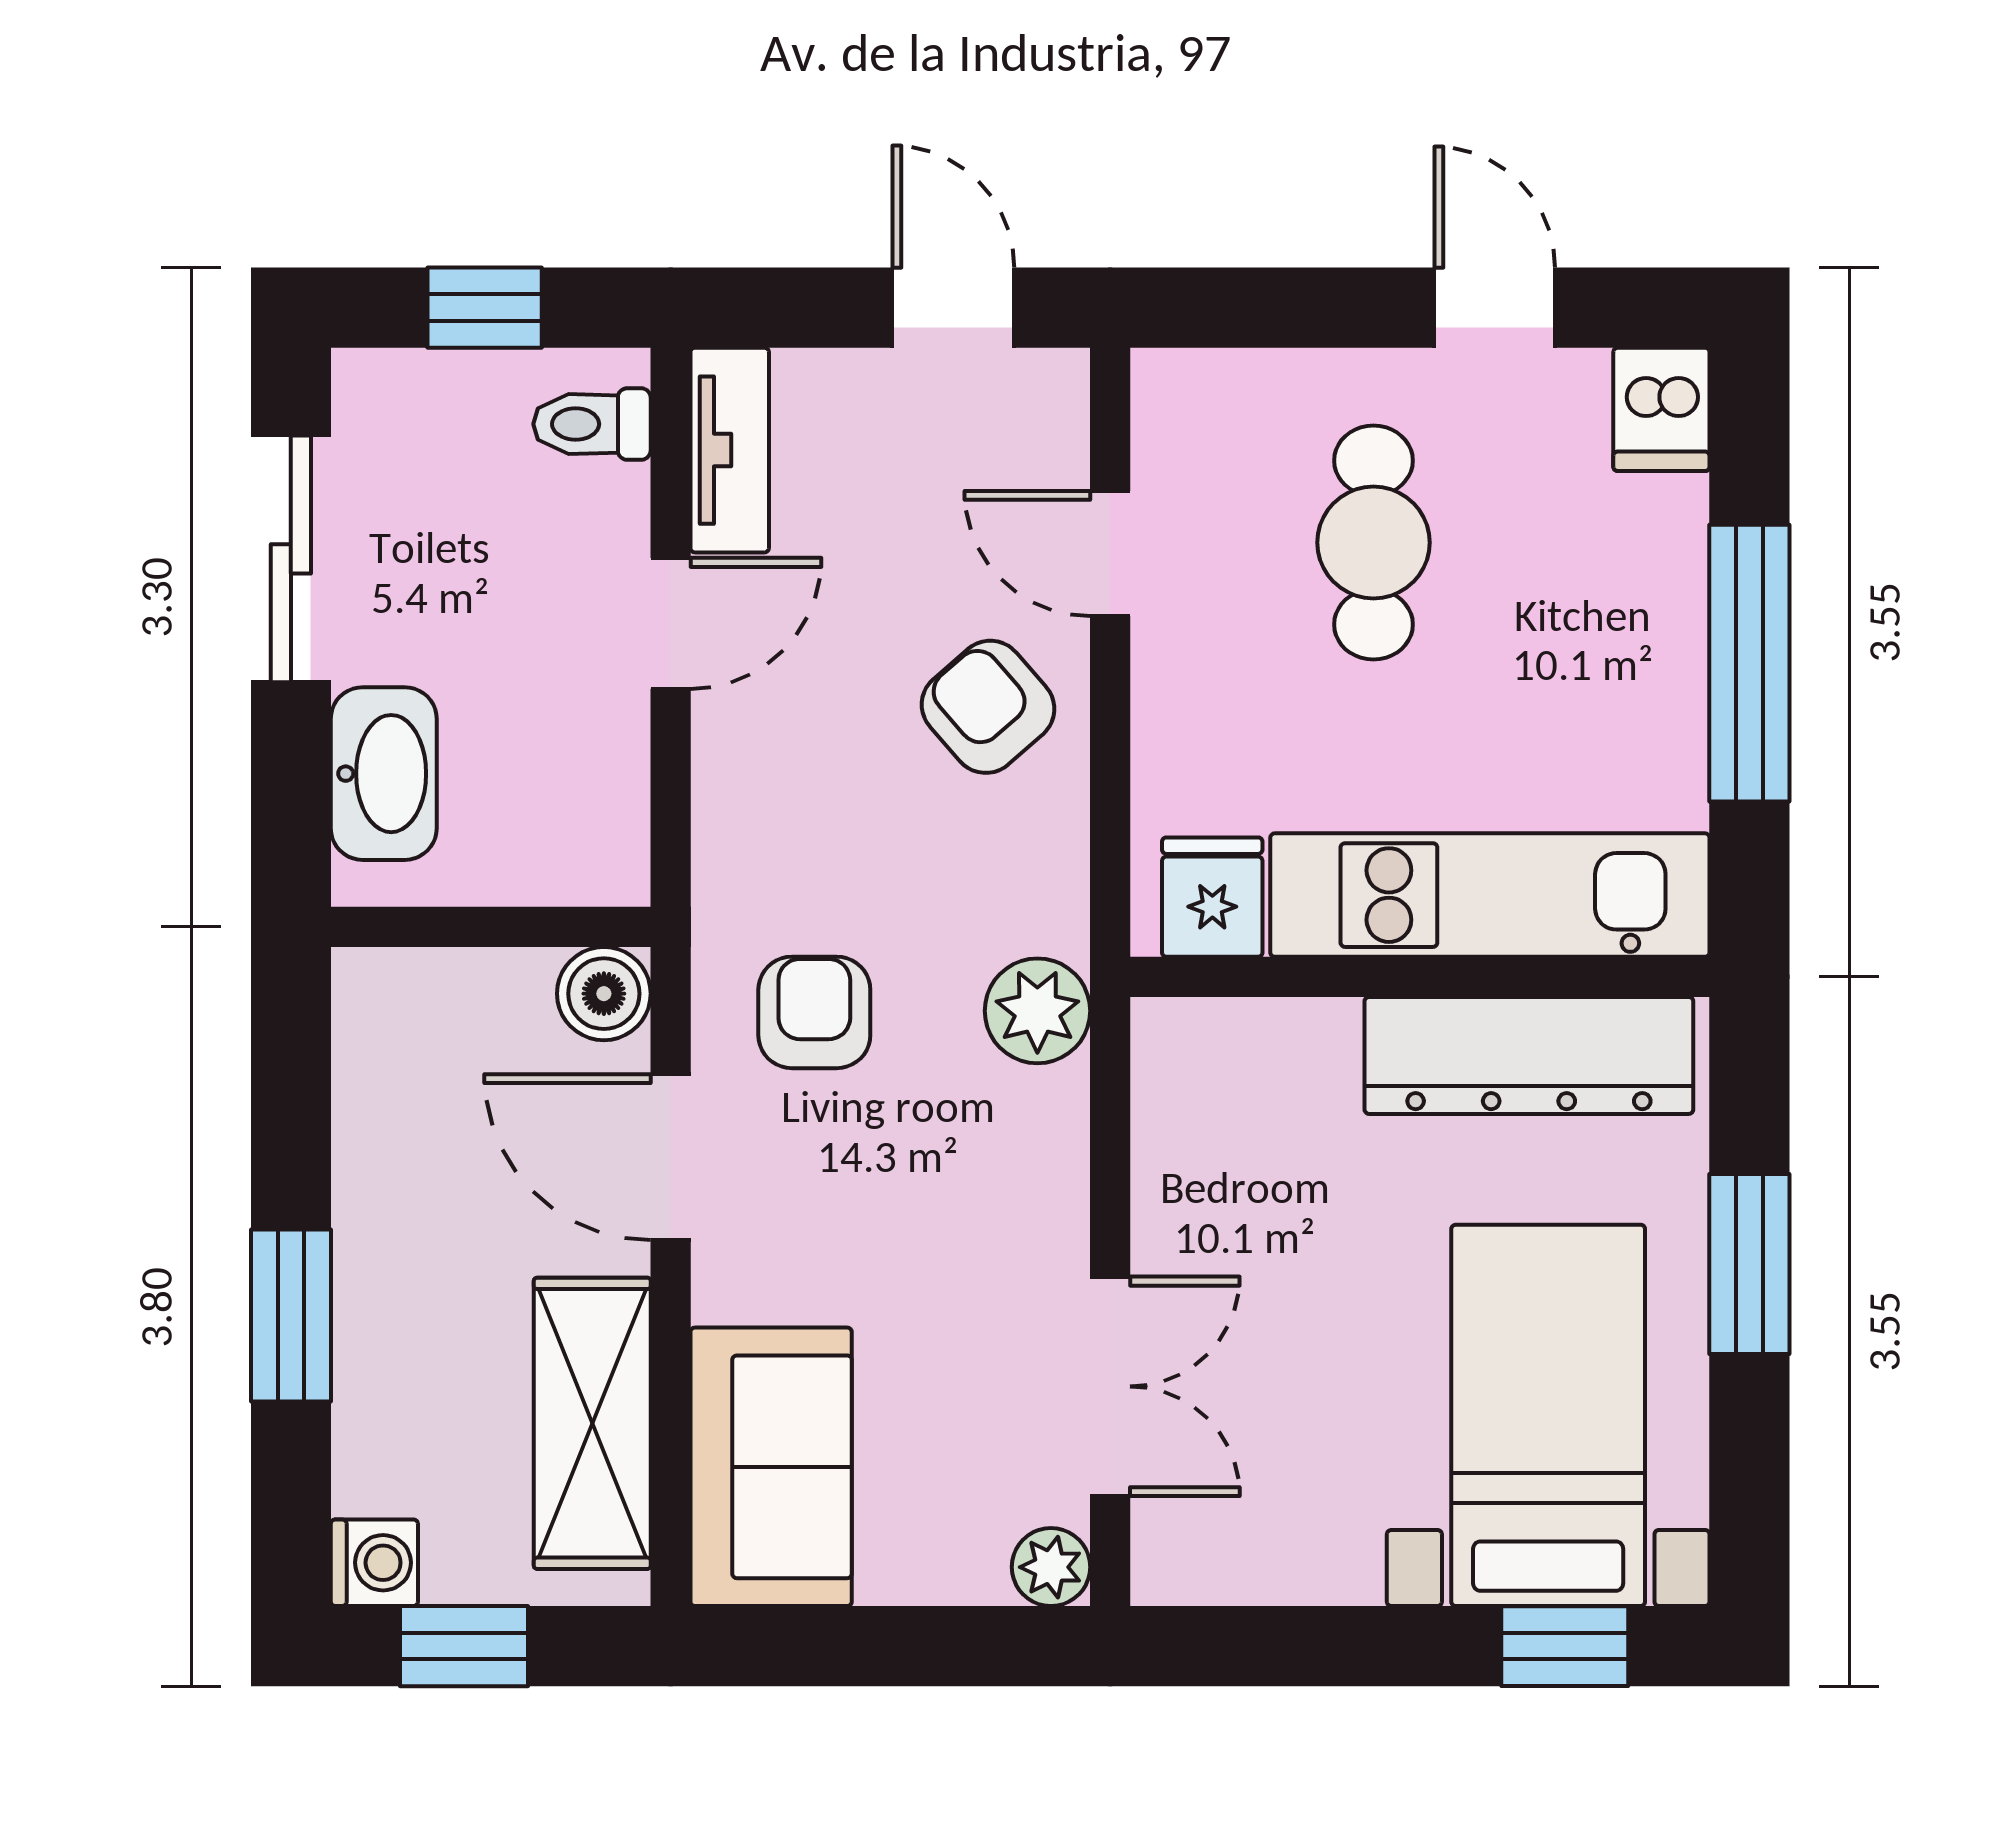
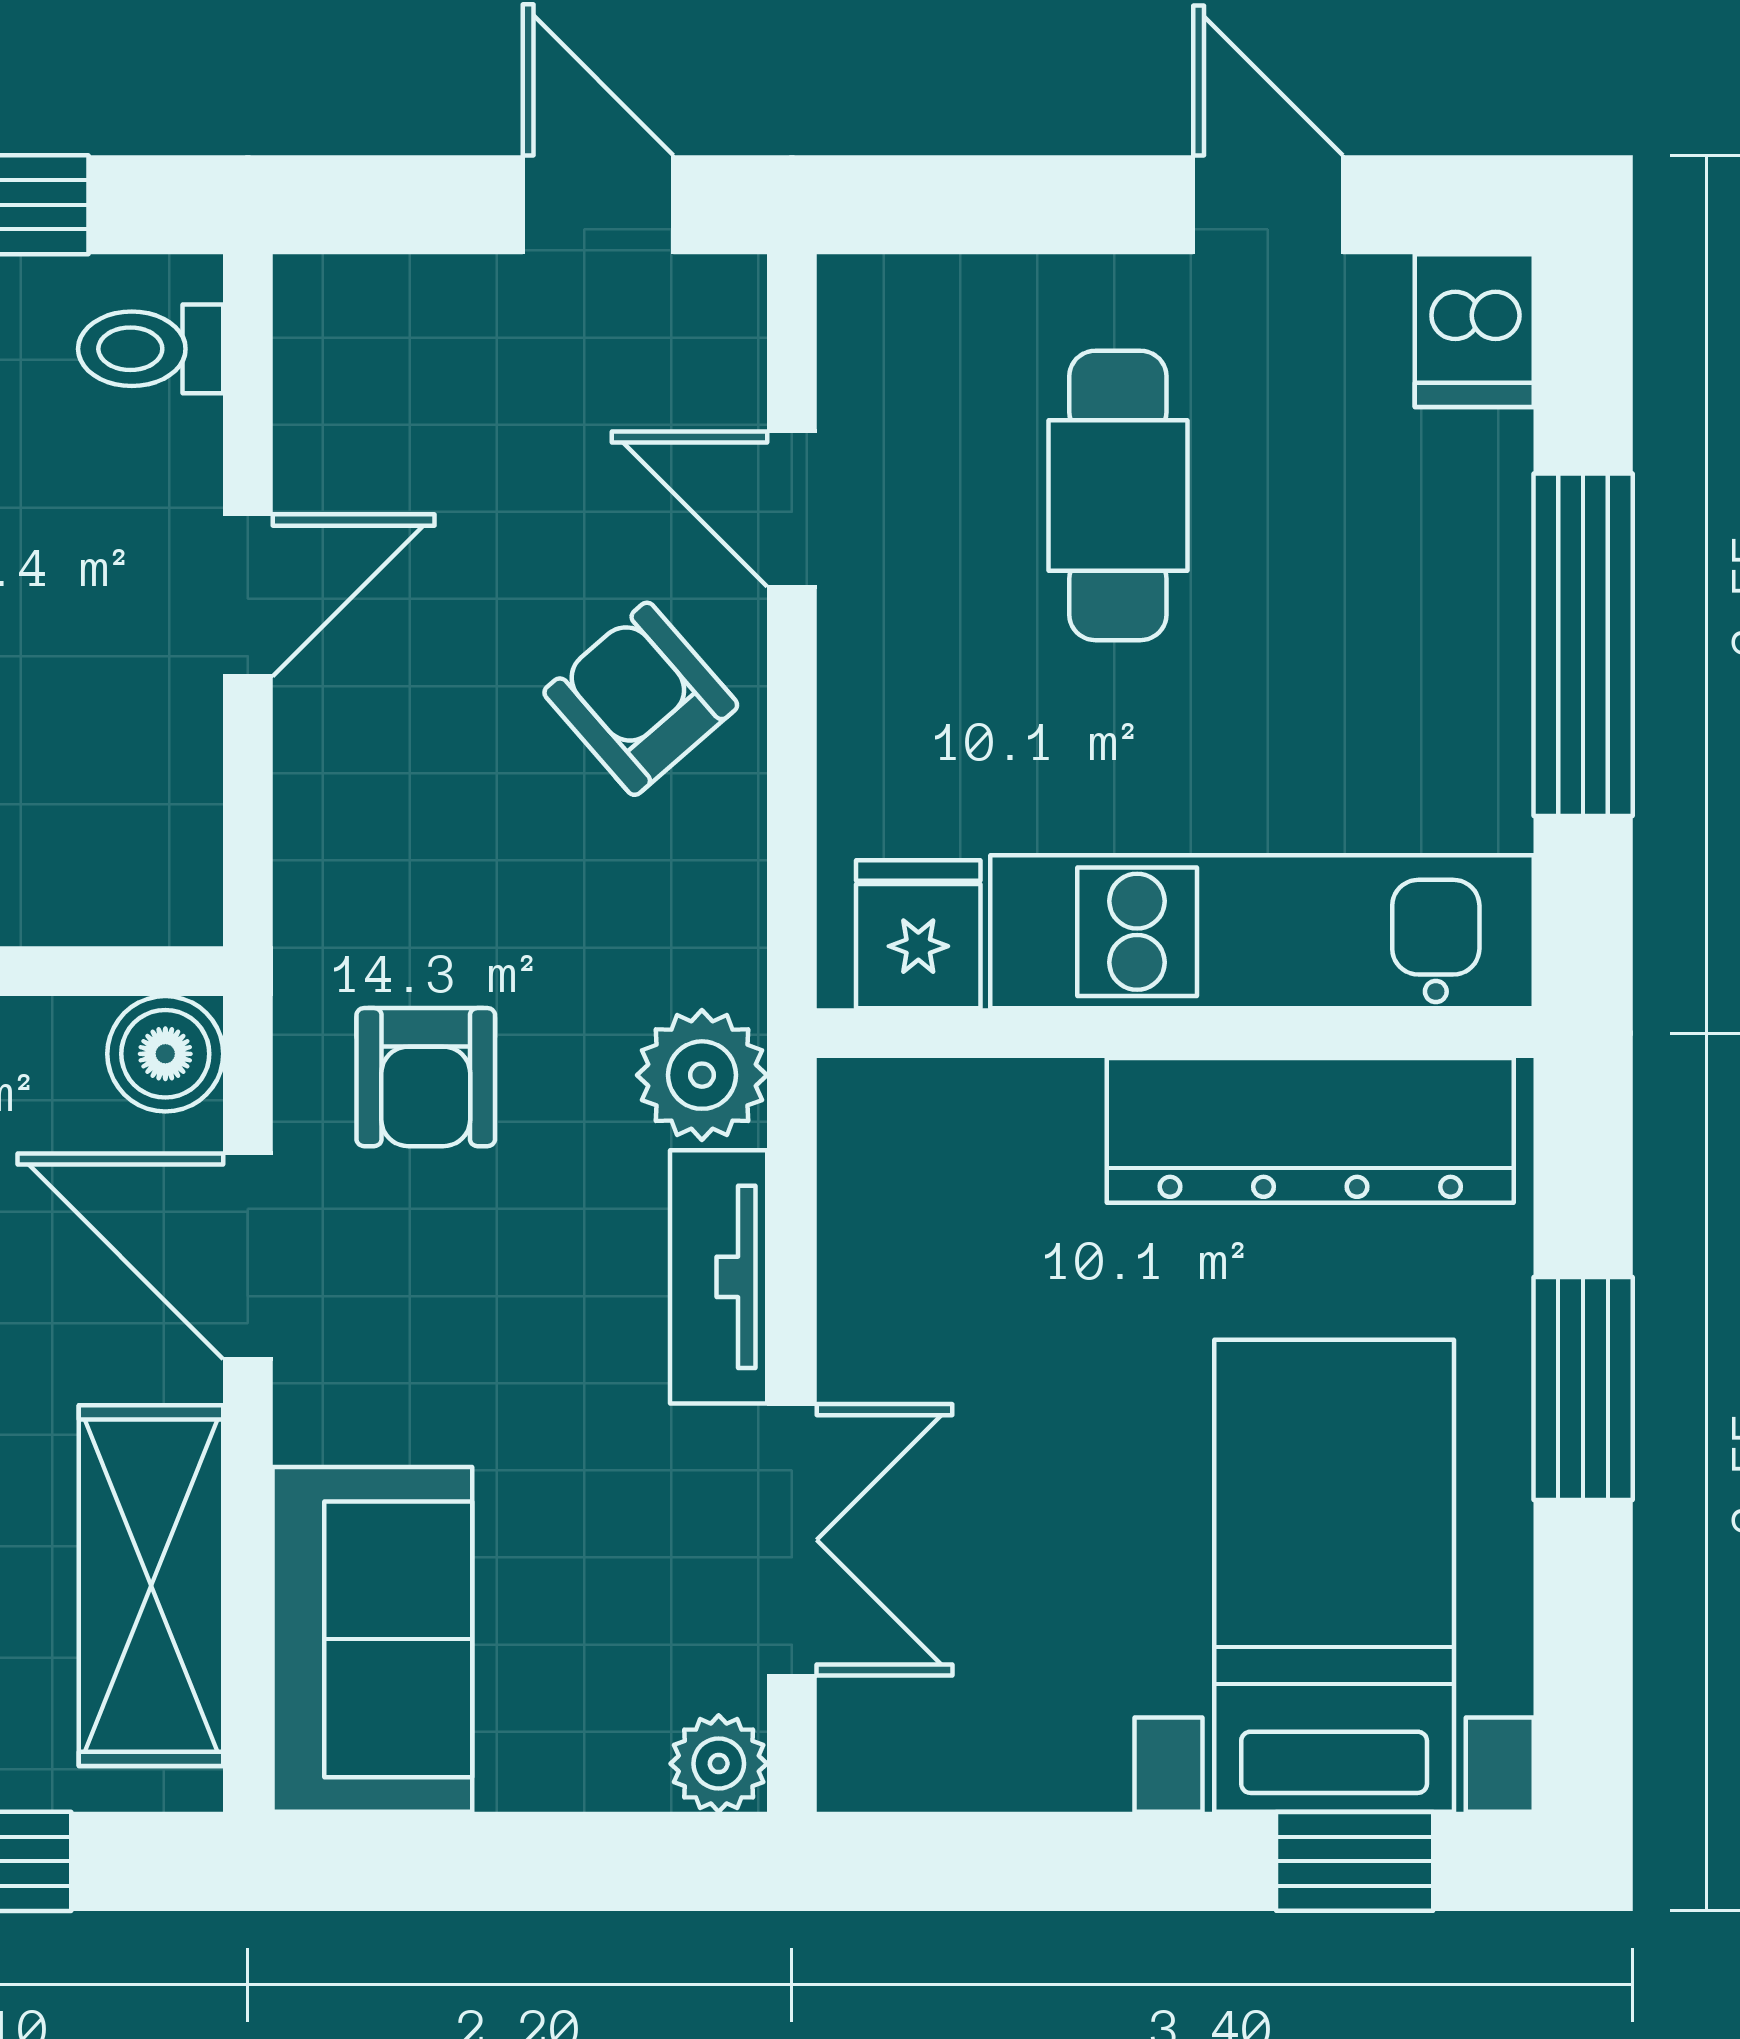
tv unit: (730, 450) -> (719, 1277), moved, turned 180
armchair: (814, 1012) -> (426, 1077), turned 180

